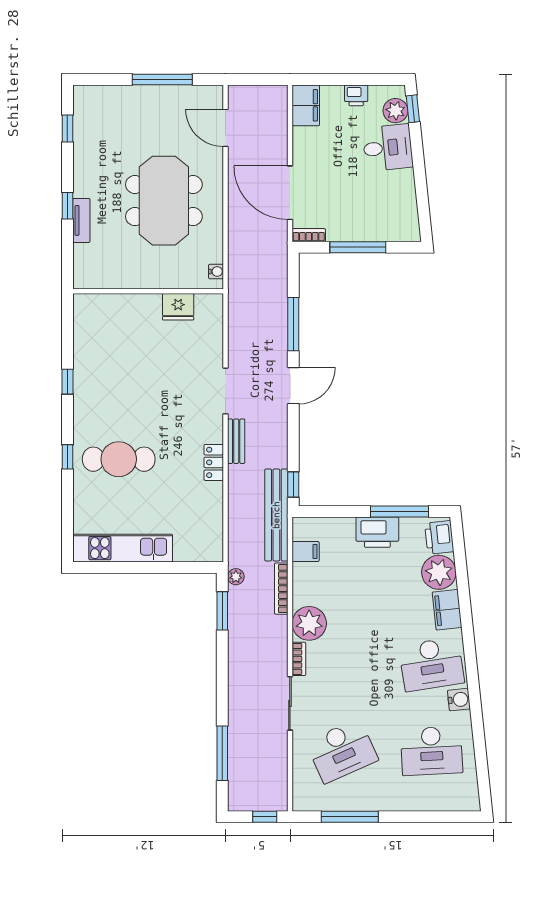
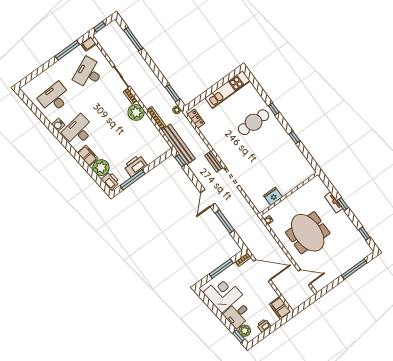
window: (162, 79) -> (354, 269), moved
corner desk: (387, 202) -> (223, 294), added
locker: (214, 462) -> (196, 119), moved
filing cabinet: (306, 552) -> (88, 44), moved

